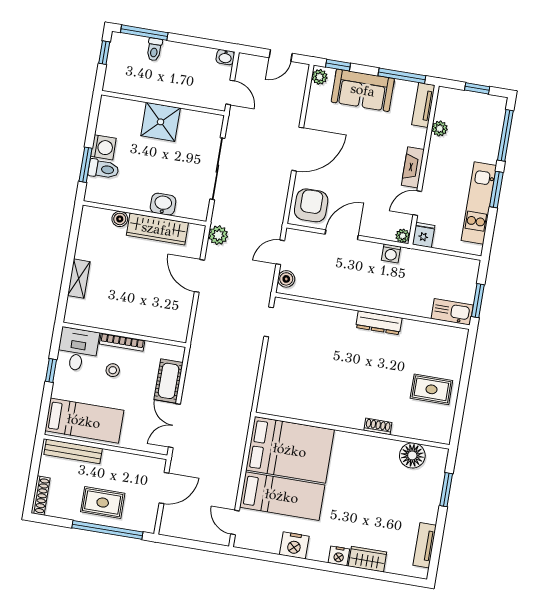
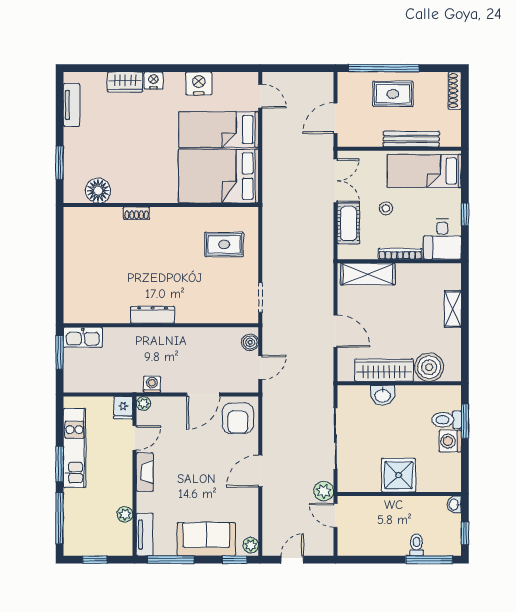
washbasin: (225, 57) -> (454, 505), moved, turned -90
door: (298, 149) -> (260, 471), width x0.73
boiler: (120, 219) -> (429, 367), width x1.86, depth x1.86
plant: (218, 235) -> (324, 491), moved
shelving: (158, 327) -> (368, 274), added
stool: (113, 370) -> (386, 208), moved
rug: (431, 389) -> (224, 244), moved
bench: (73, 451) -> (411, 139), moved

